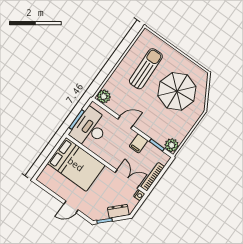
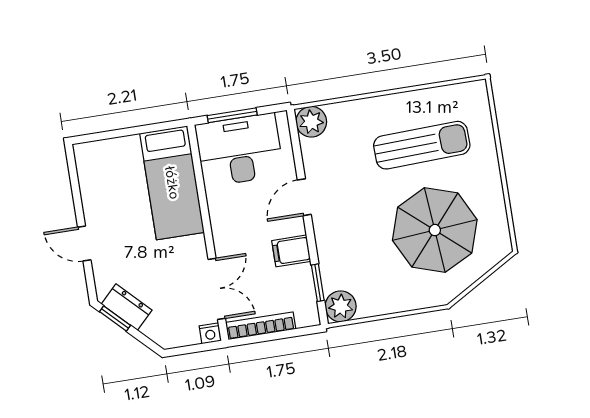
door: (125, 122) -> (304, 197), swing flipped
bed: (76, 164) -> (172, 183), width x0.67
dresser: (118, 211) -> (127, 307), moved

